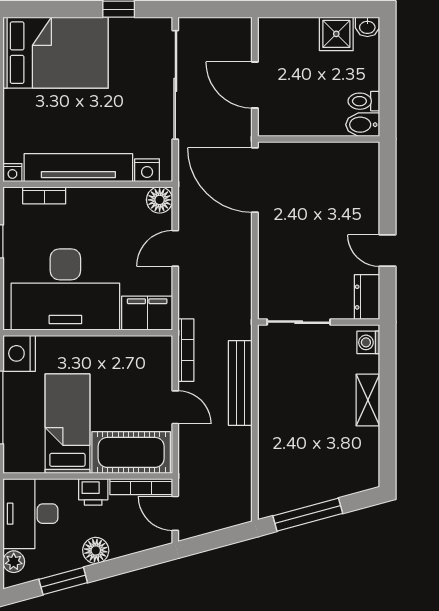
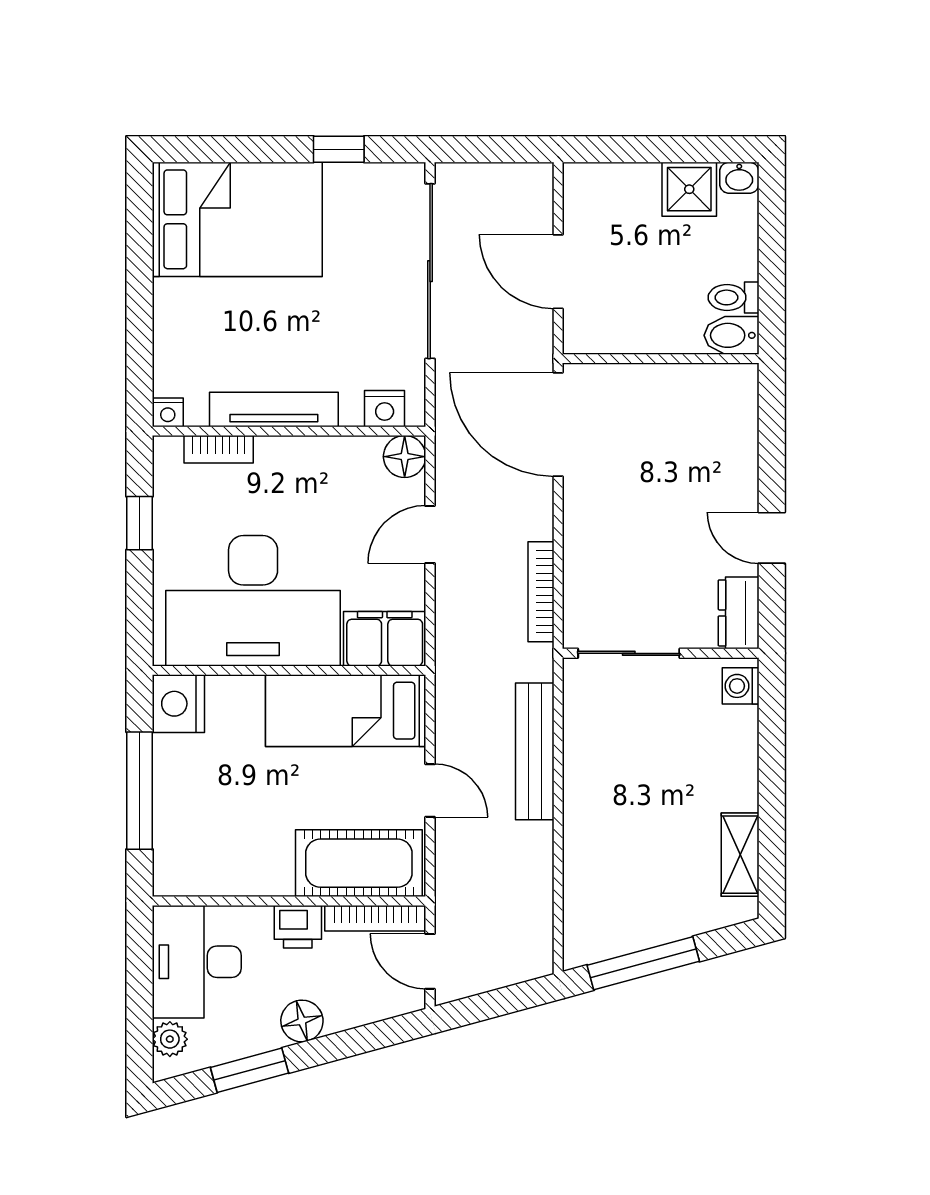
tv unit: (78, 168) -> (274, 409), width x0.73, depth x0.78
bookcase: (186, 350) -> (541, 592), moved, turned 180
shelving: (368, 400) -> (740, 855), moved
bed: (67, 424) -> (346, 711), moved, turned -90

